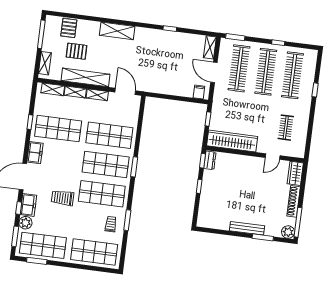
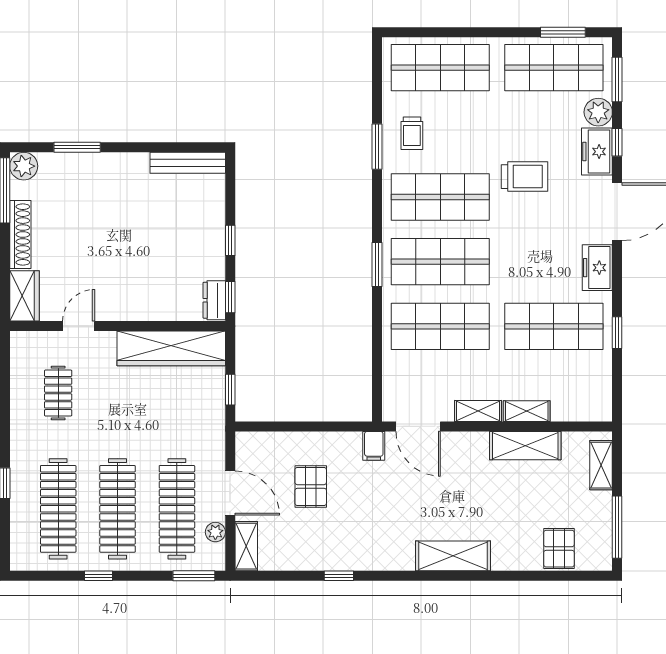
pallet: (77, 51) -> (311, 486), moved, turned 90
plant: (223, 56) -> (215, 532), added
shelving: (86, 77) -> (525, 446), width x0.68
shelving: (53, 89) -> (577, 410), removed
filing cabinet: (199, 92) -> (374, 446), moved
bench: (247, 228) -> (188, 163), moved

